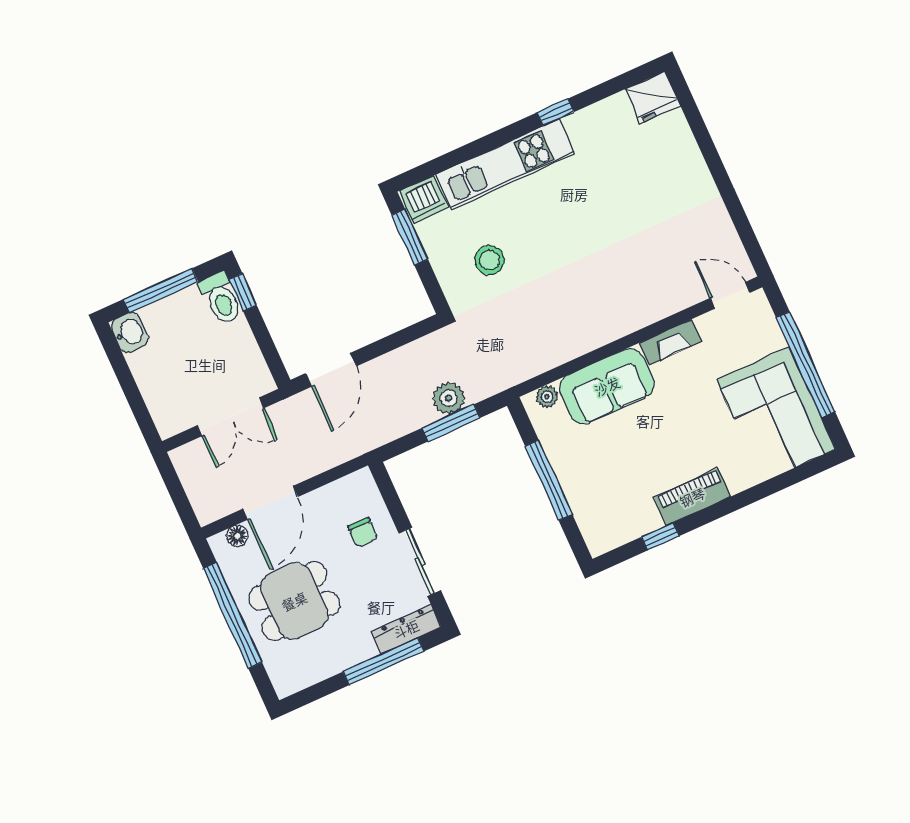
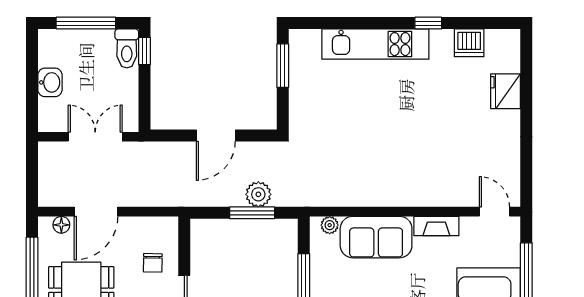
fridge: (653, 97) -> (506, 91), moved, turned 90
dishwasher: (424, 199) -> (469, 43), moved
stool: (489, 260) -> (333, 108), removed
washbasin: (130, 333) -> (50, 82), moved
door: (331, 370) -> (216, 136), moved
double door: (231, 417) -> (95, 137), swing flipped

